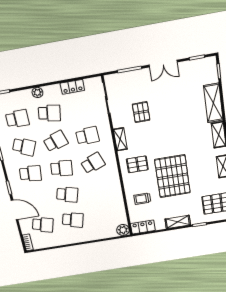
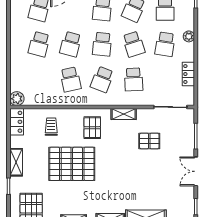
school desk: (93, 163) -> (102, 79), turned 42
school desk: (98, 190) -> (71, 79), added

